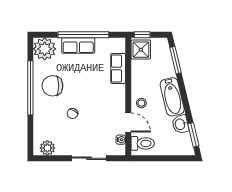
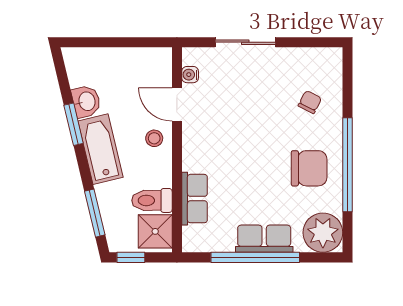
window: (142, 35) -> (131, 257), moved
chair: (72, 114) -> (310, 102), moved
window: (193, 135) -> (74, 124), moved
toilet: (143, 143) -> (152, 200), moved
plant: (47, 148) -> (318, 60), removed

